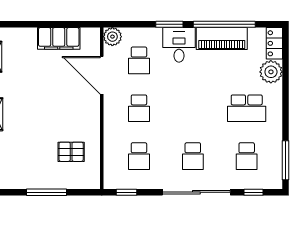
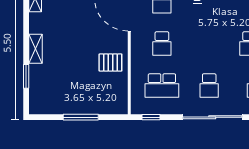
pallet: (71, 152) -> (110, 63), moved
school desk: (139, 156) -> (162, 86), width x1.85

